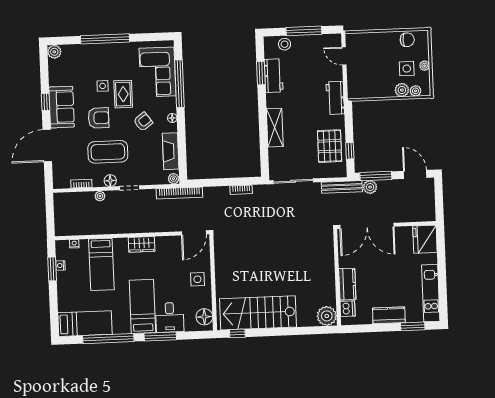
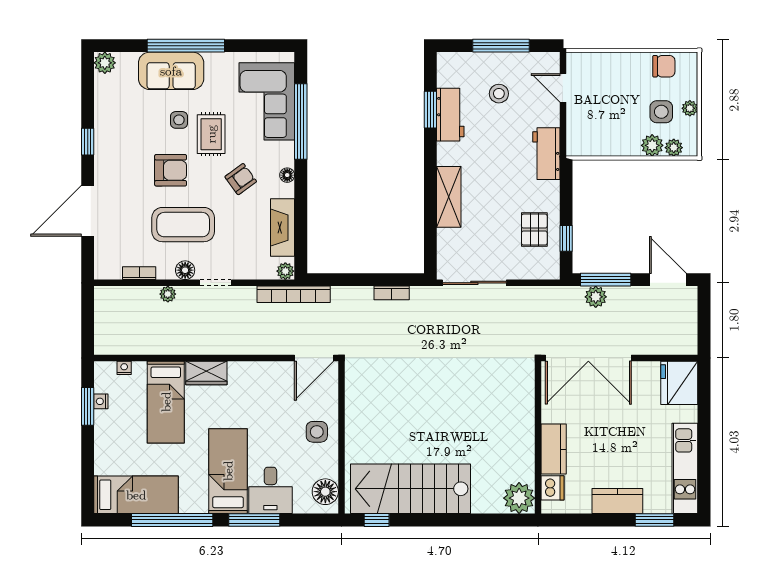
stool: (285, 44) -> (499, 94), moved
sofa: (62, 107) -> (171, 71), moved, turned 90
pallet: (330, 146) -> (534, 230), width x0.67, depth x0.71
bench: (342, 187) -> (551, 295), removed
wardrobe: (142, 244) -> (206, 373), moved

